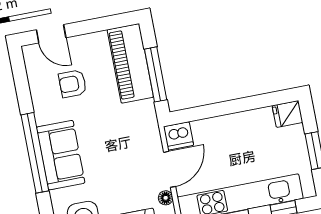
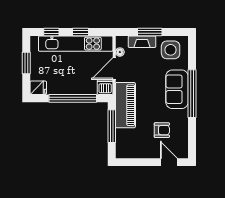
piano: (130, 63) -> (125, 105), moved
window: (228, 107) -> (73, 98), added

